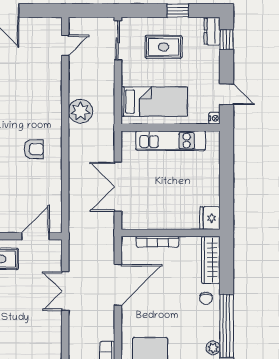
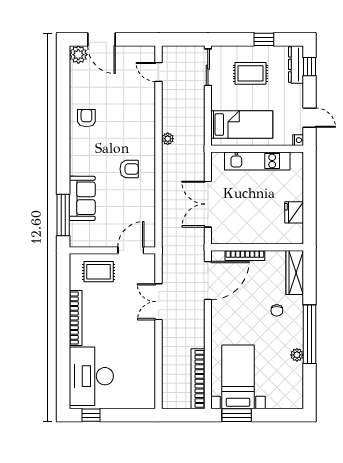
dresser: (212, 31) -> (296, 64), width x1.44
door: (65, 45) -> (159, 72), swing flipped
plant: (80, 111) -> (168, 139), width x0.53, depth x0.53
fridge: (210, 218) -> (294, 212), moved
door: (118, 285) -> (208, 281), moved
chair: (206, 298) -> (277, 310), moved

